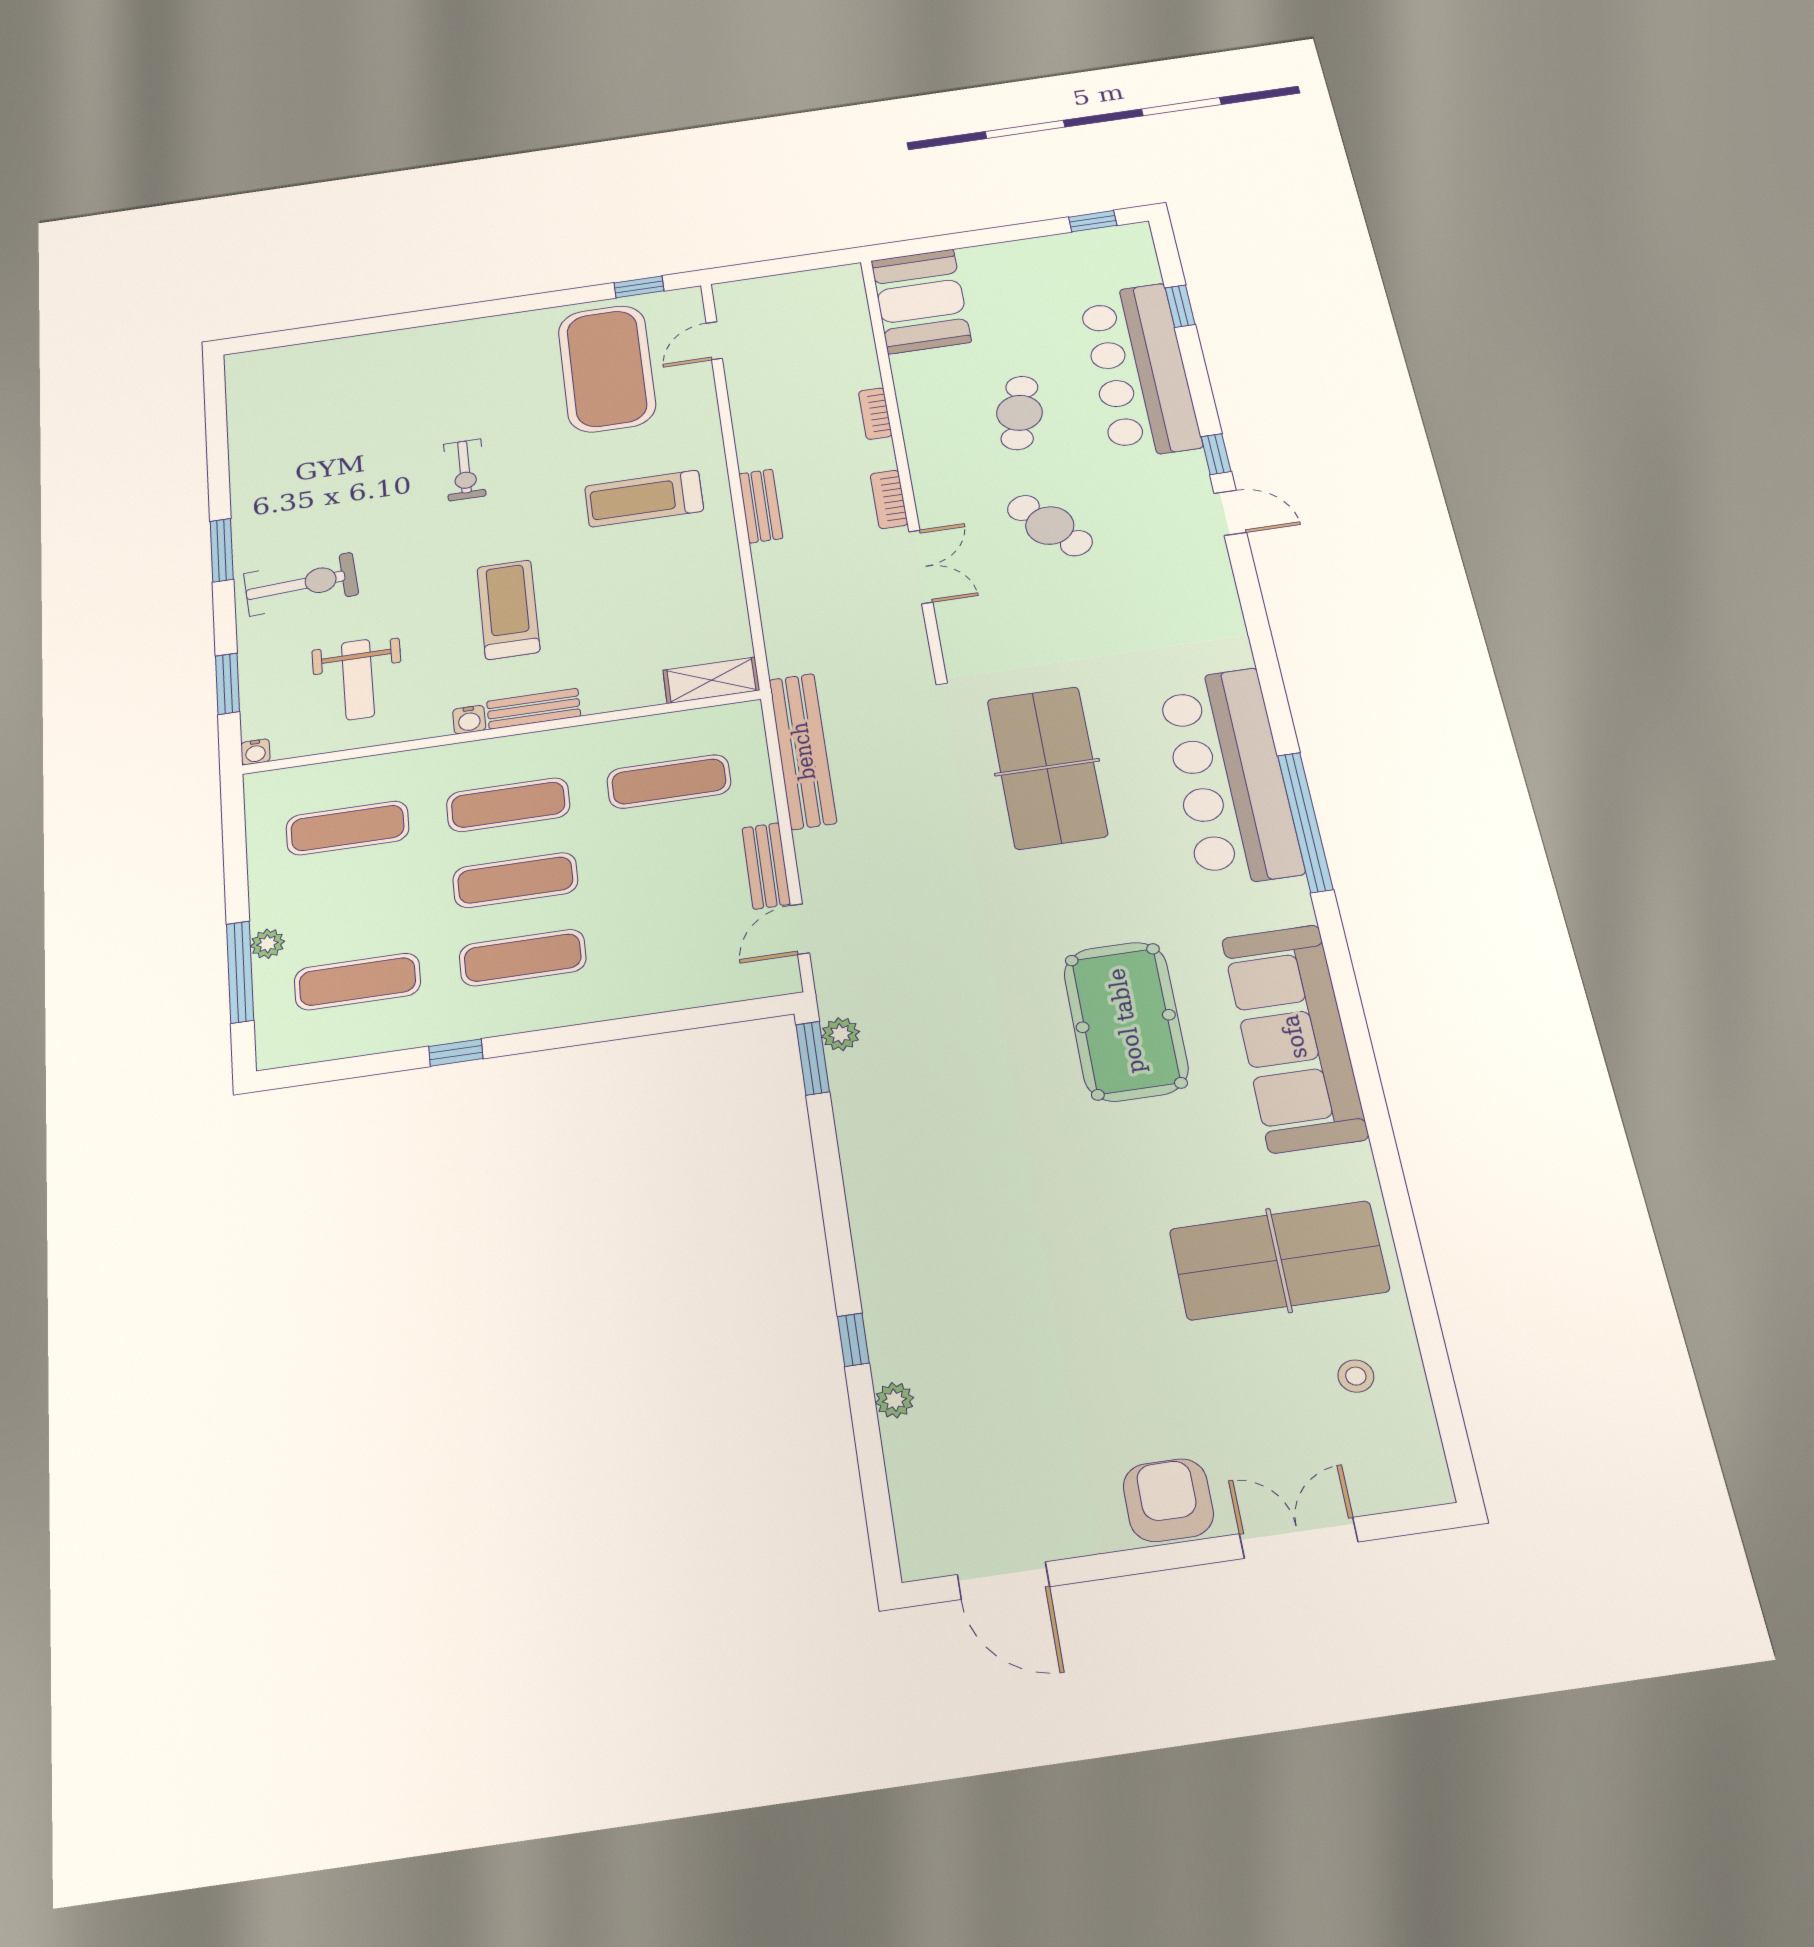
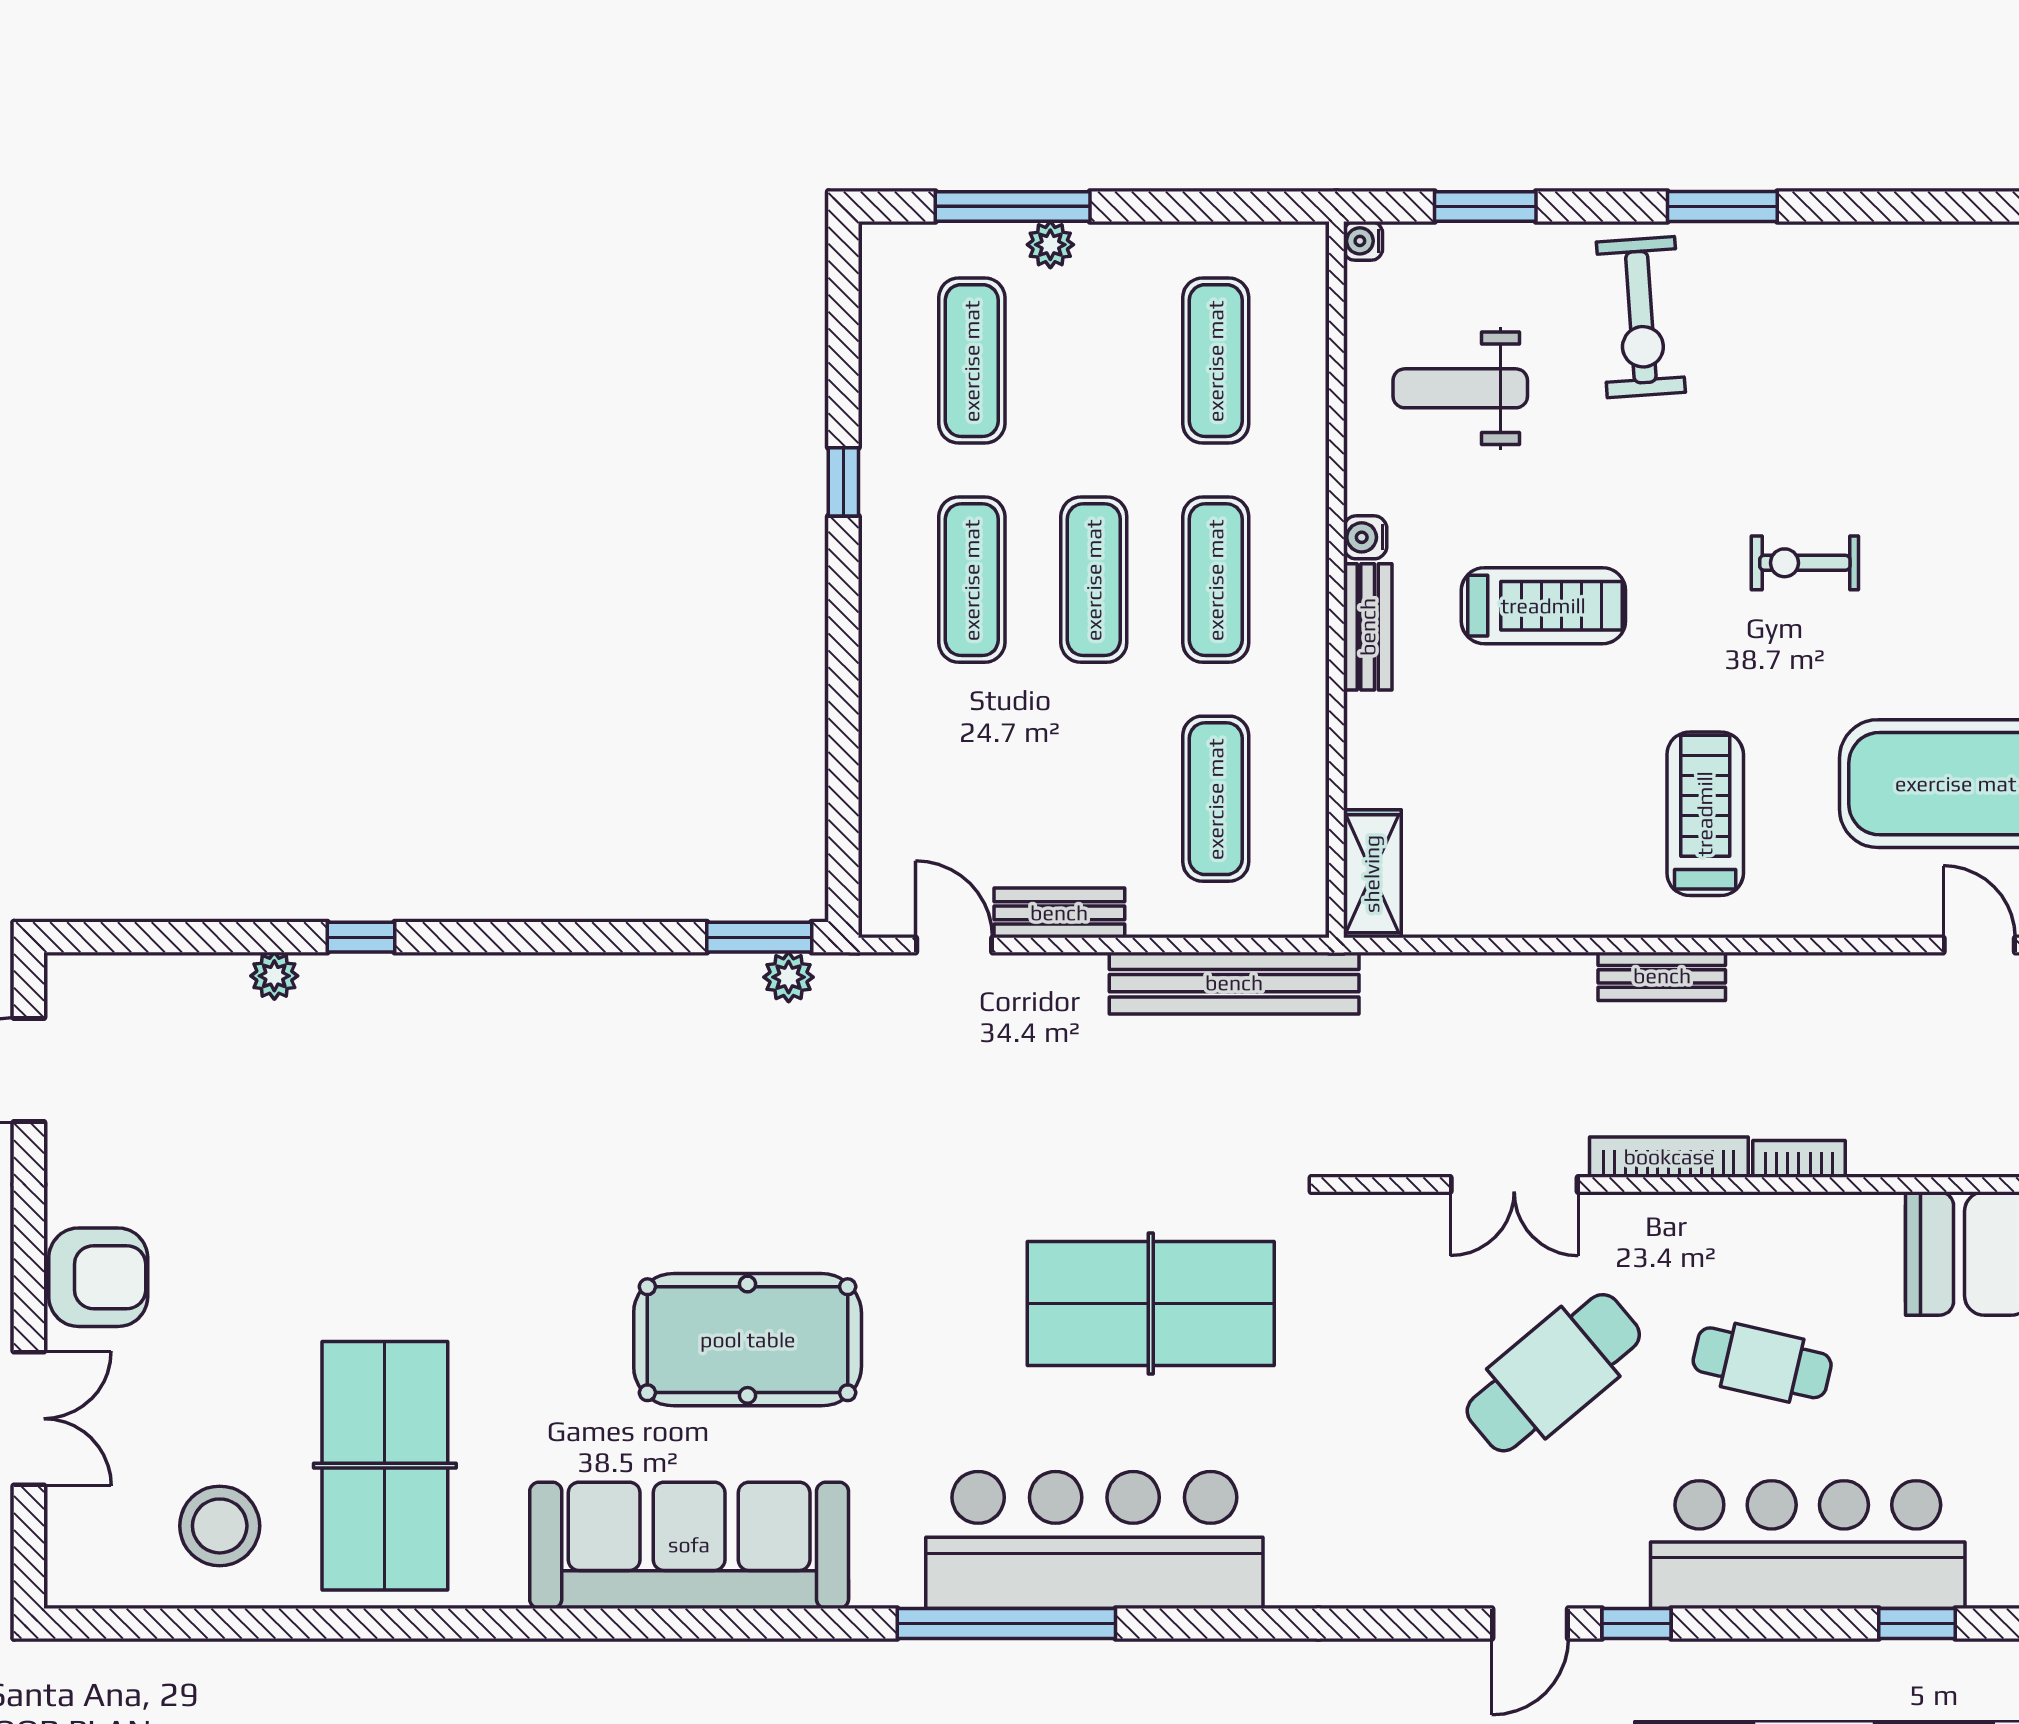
bookcase: (889, 499) -> (1669, 1157), width x1.56
cafe table: (1050, 526) -> (1553, 1373), width x1.37, depth x1.35
stool: (1356, 1376) -> (220, 1526), width x1.89, depth x1.89

